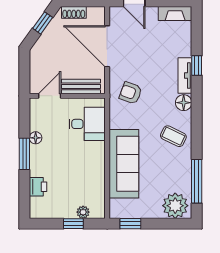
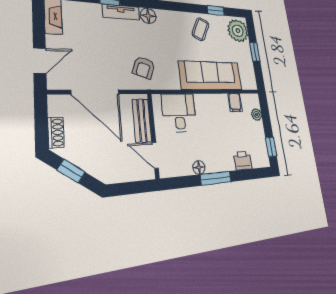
door: (107, 46) -> (95, 92), hinge flipped
coffee table: (173, 136) -> (200, 29), moved
window: (197, 181) -> (216, 11), width x0.46
filing cabinet: (96, 188) -> (235, 103), added
window: (73, 224) -> (271, 147), moved
window: (130, 224) -> (255, 52), moved

